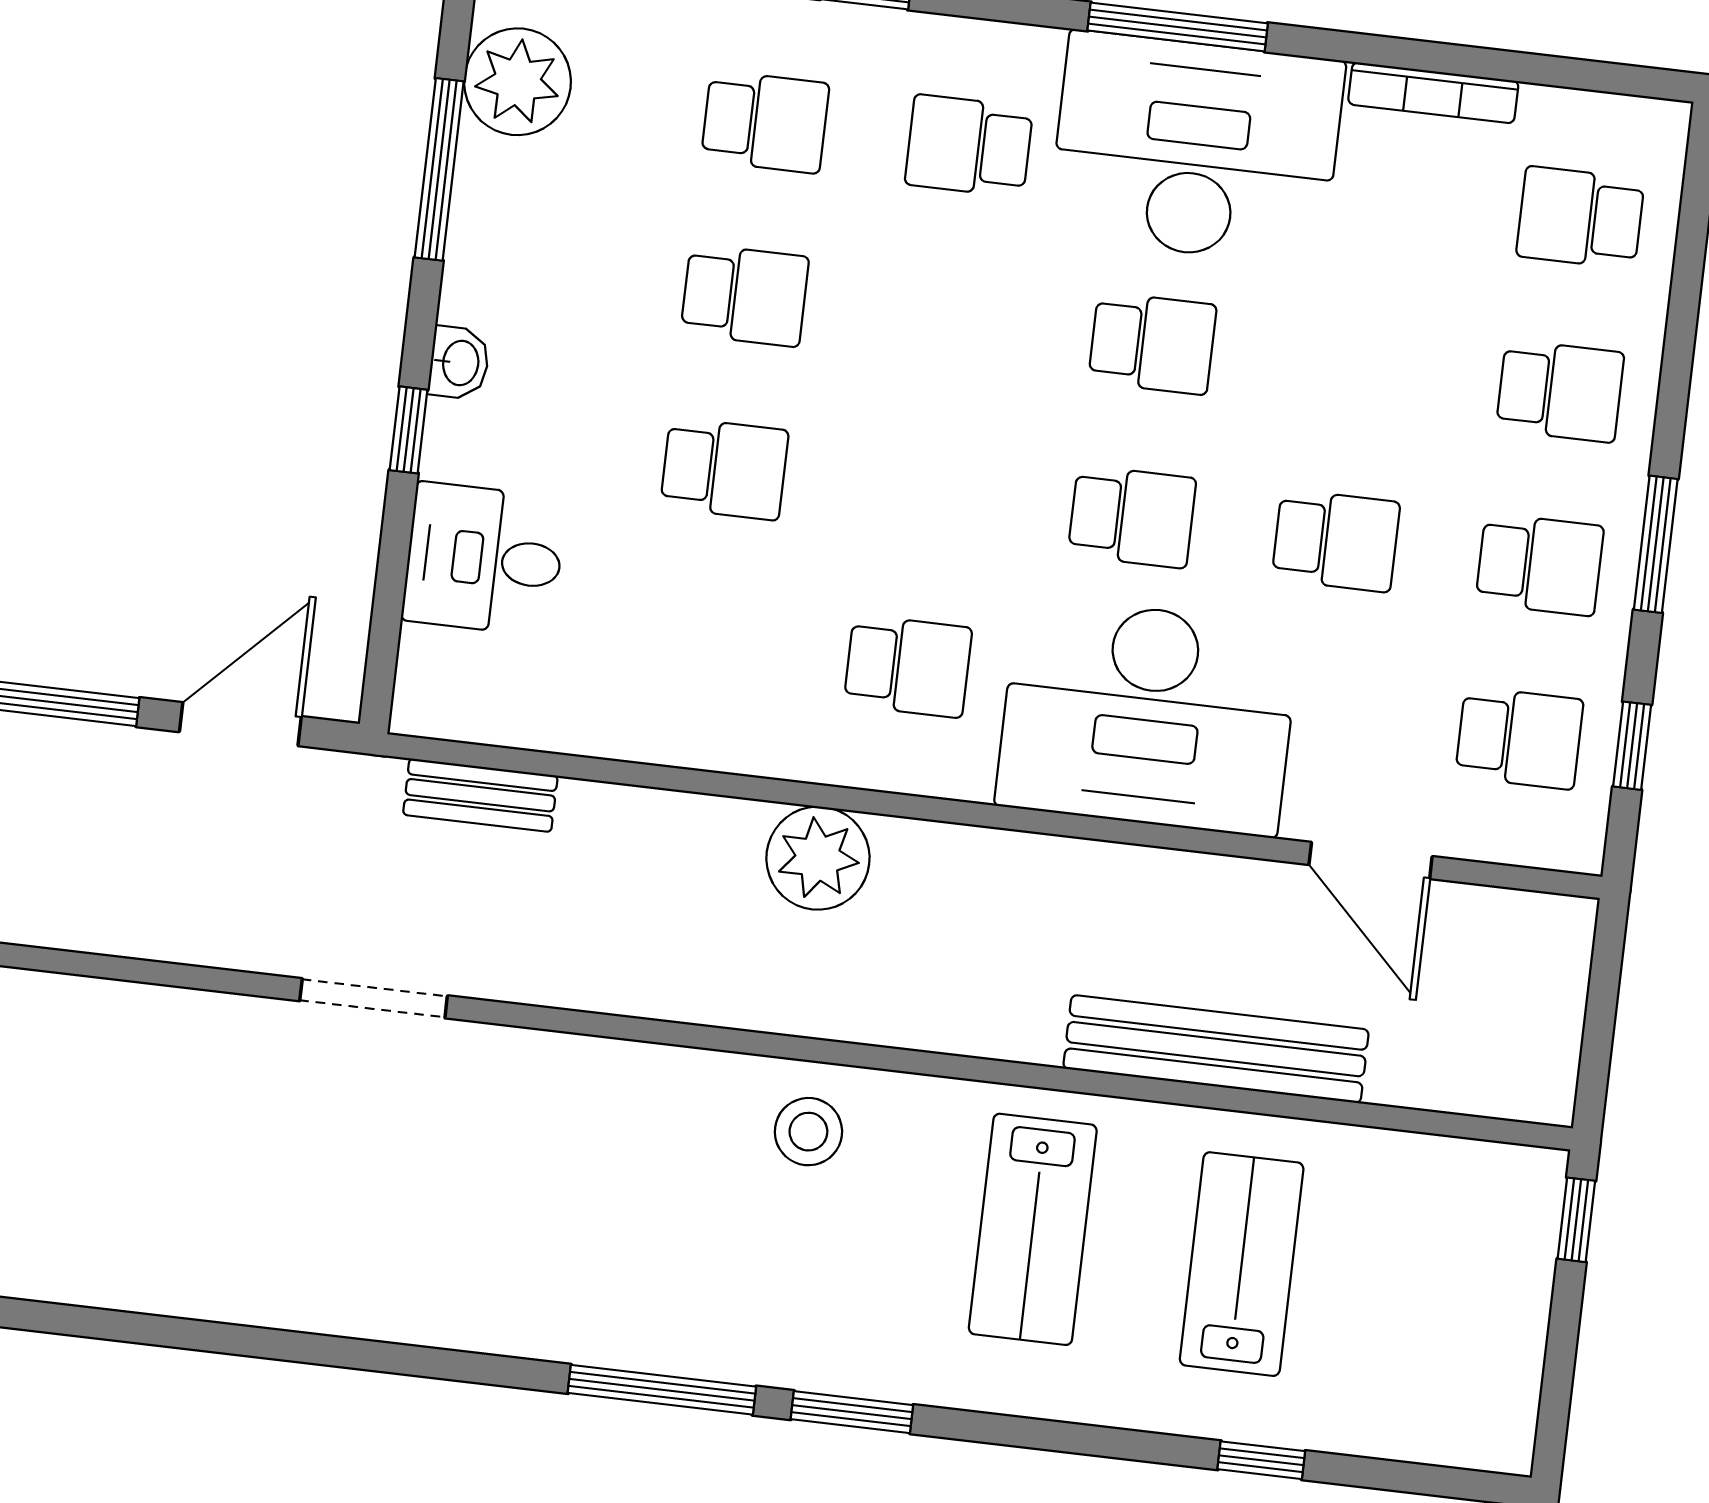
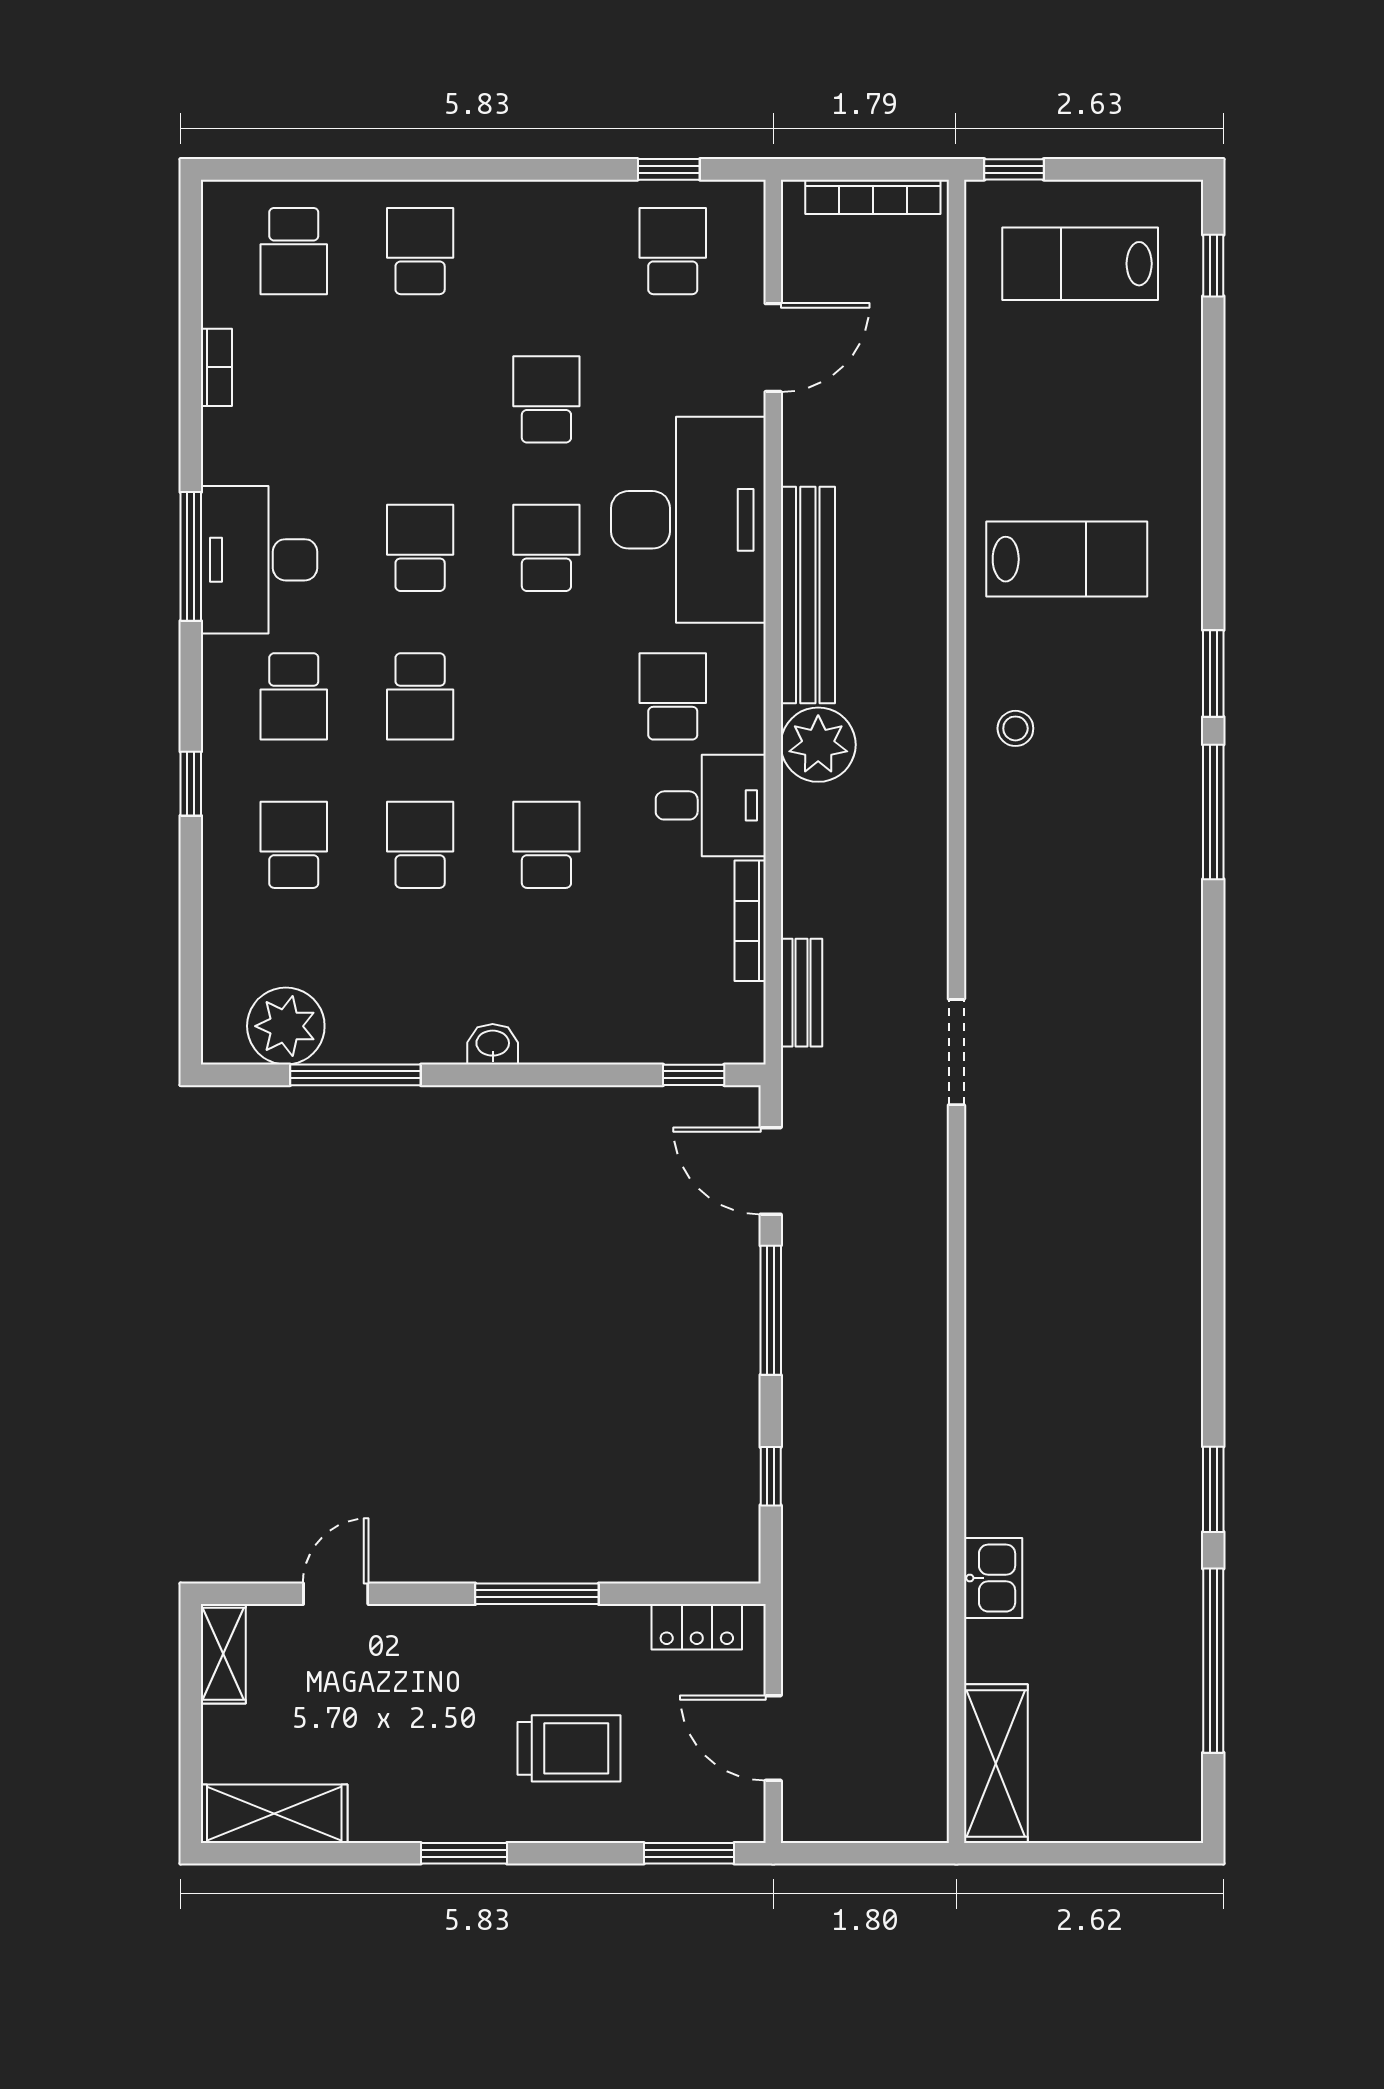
bookcase: (1433, 93) -> (216, 367), width x0.64
desk: (1196, 148) -> (259, 560), width x0.73, depth x0.77
window: (409, 430) -> (694, 1075), moved
window: (1656, 544) -> (522, 169), removed
desk: (484, 559) -> (711, 805), moved, turned -90
school desk: (1540, 565) -> (420, 696), moved, turned 180
bookcase: (587, 736) -> (750, 921), added
bookcase: (1561, 1022) -> (873, 197), added
bench: (1216, 1049) -> (808, 595), moved
stool: (808, 1132) -> (1015, 728), width x0.73, depth x0.73
lab bench: (1242, 1264) -> (1080, 264), moved
window: (1261, 1460) -> (1213, 266), moved

